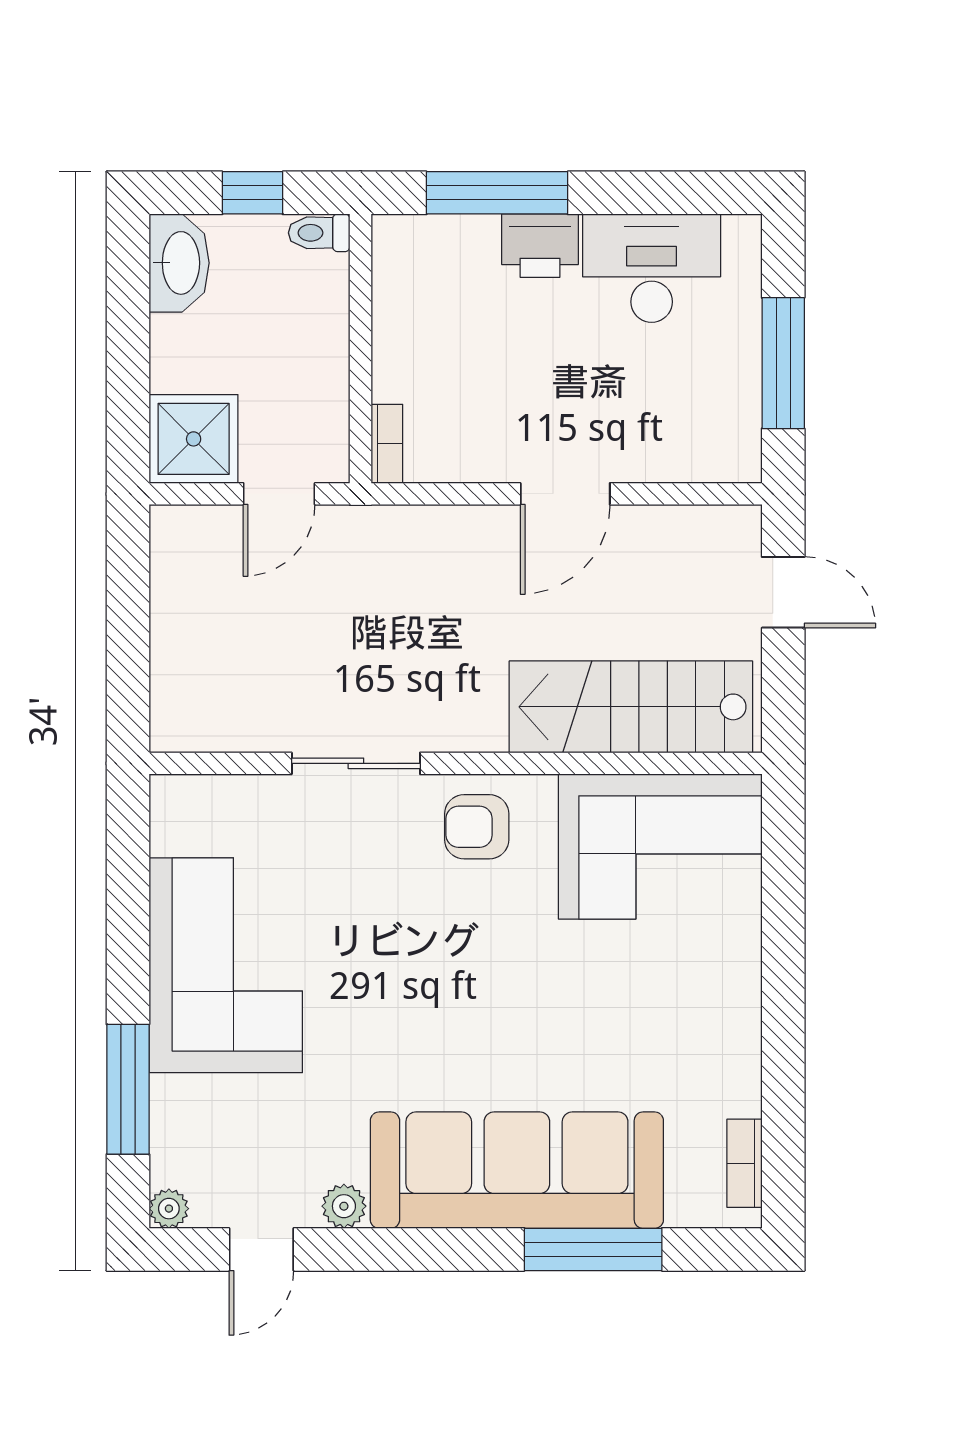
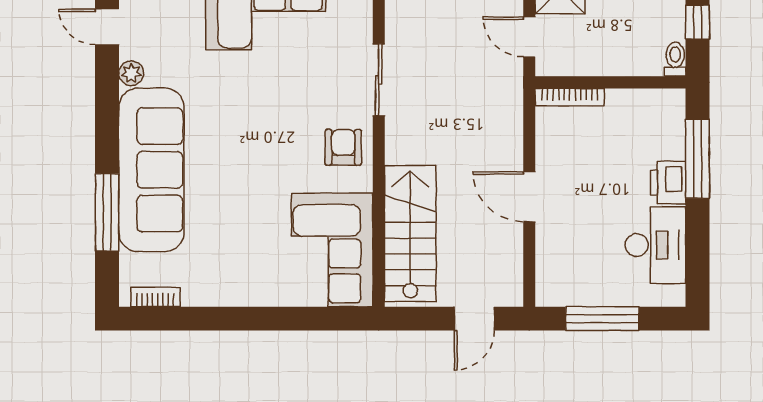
bookcase: (387, 444) -> (570, 97), width x1.56

